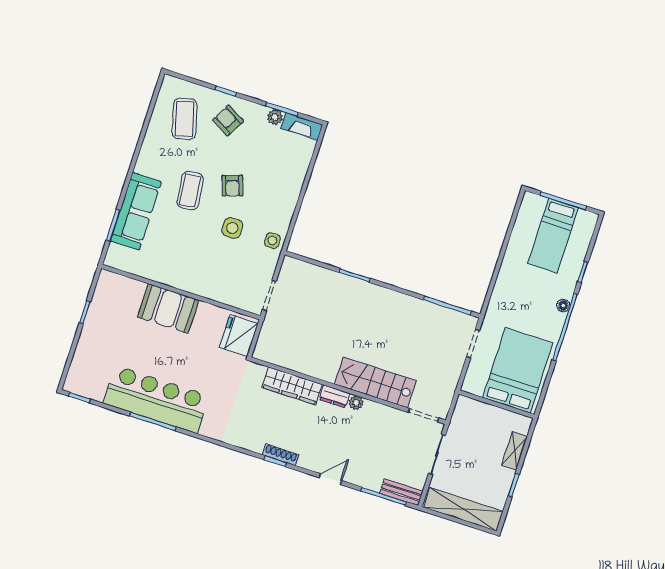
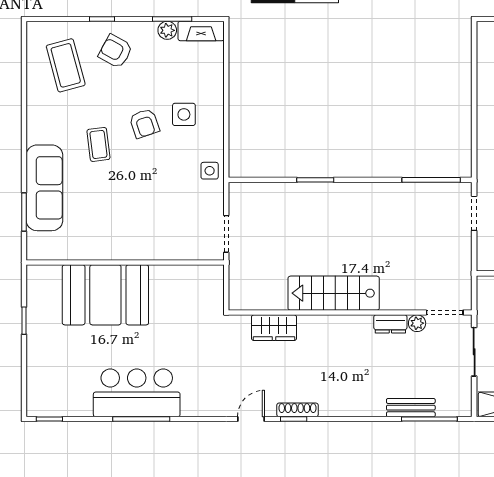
coffee table: (190, 191) -> (98, 144), width x0.73, depth x0.77
side table: (232, 228) -> (184, 114), moved
booth: (168, 309) -> (105, 295), width x1.36, depth x1.42
fridge: (239, 335) -> (206, 290), removed
stairs: (375, 382) -> (334, 293), moved
wardrobe: (292, 386) -> (274, 328), width x0.67
dresser: (335, 396) -> (390, 324), moved
bar counter: (156, 399) -> (137, 393), width x0.73
plant: (356, 403) -> (417, 323), moved
door: (331, 479) -> (251, 419), moved
bench: (401, 492) -> (411, 408), moved

